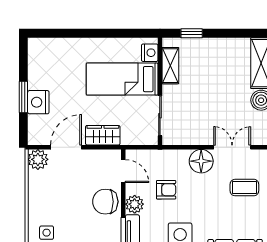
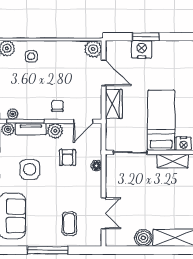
floor lamp: (201, 161) -> (96, 166), moved, width x0.53, depth x0.53
chair: (105, 202) -> (57, 106), width x0.54, depth x0.54

